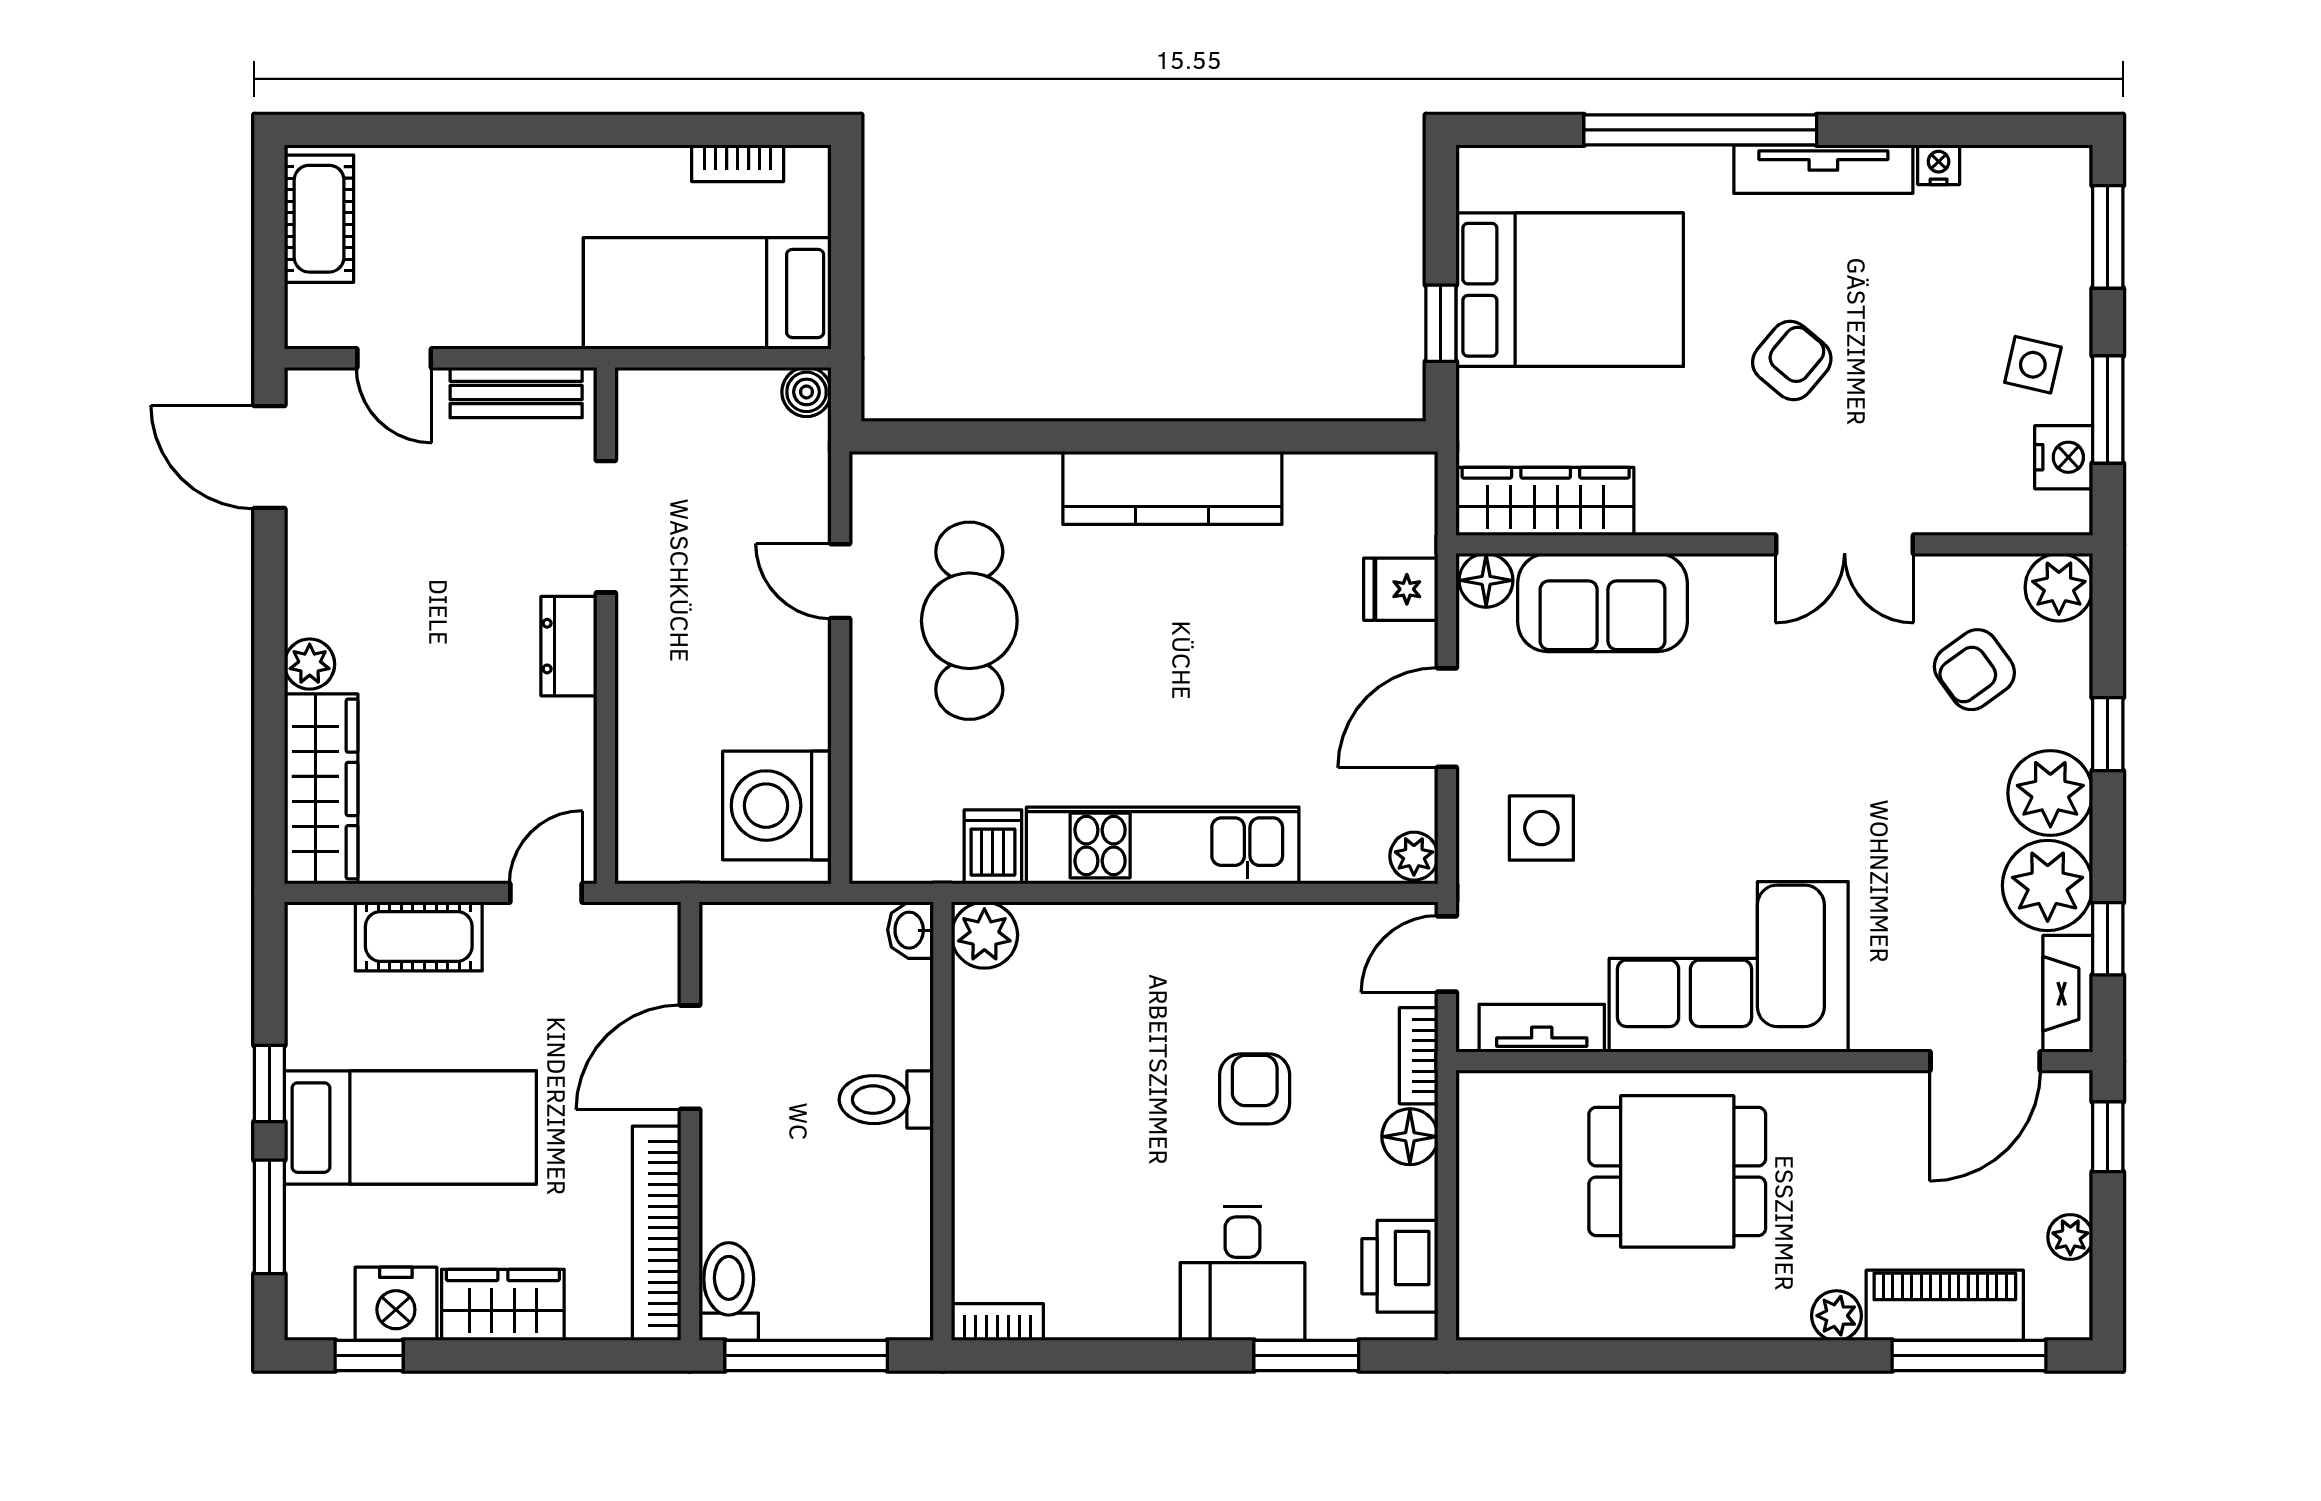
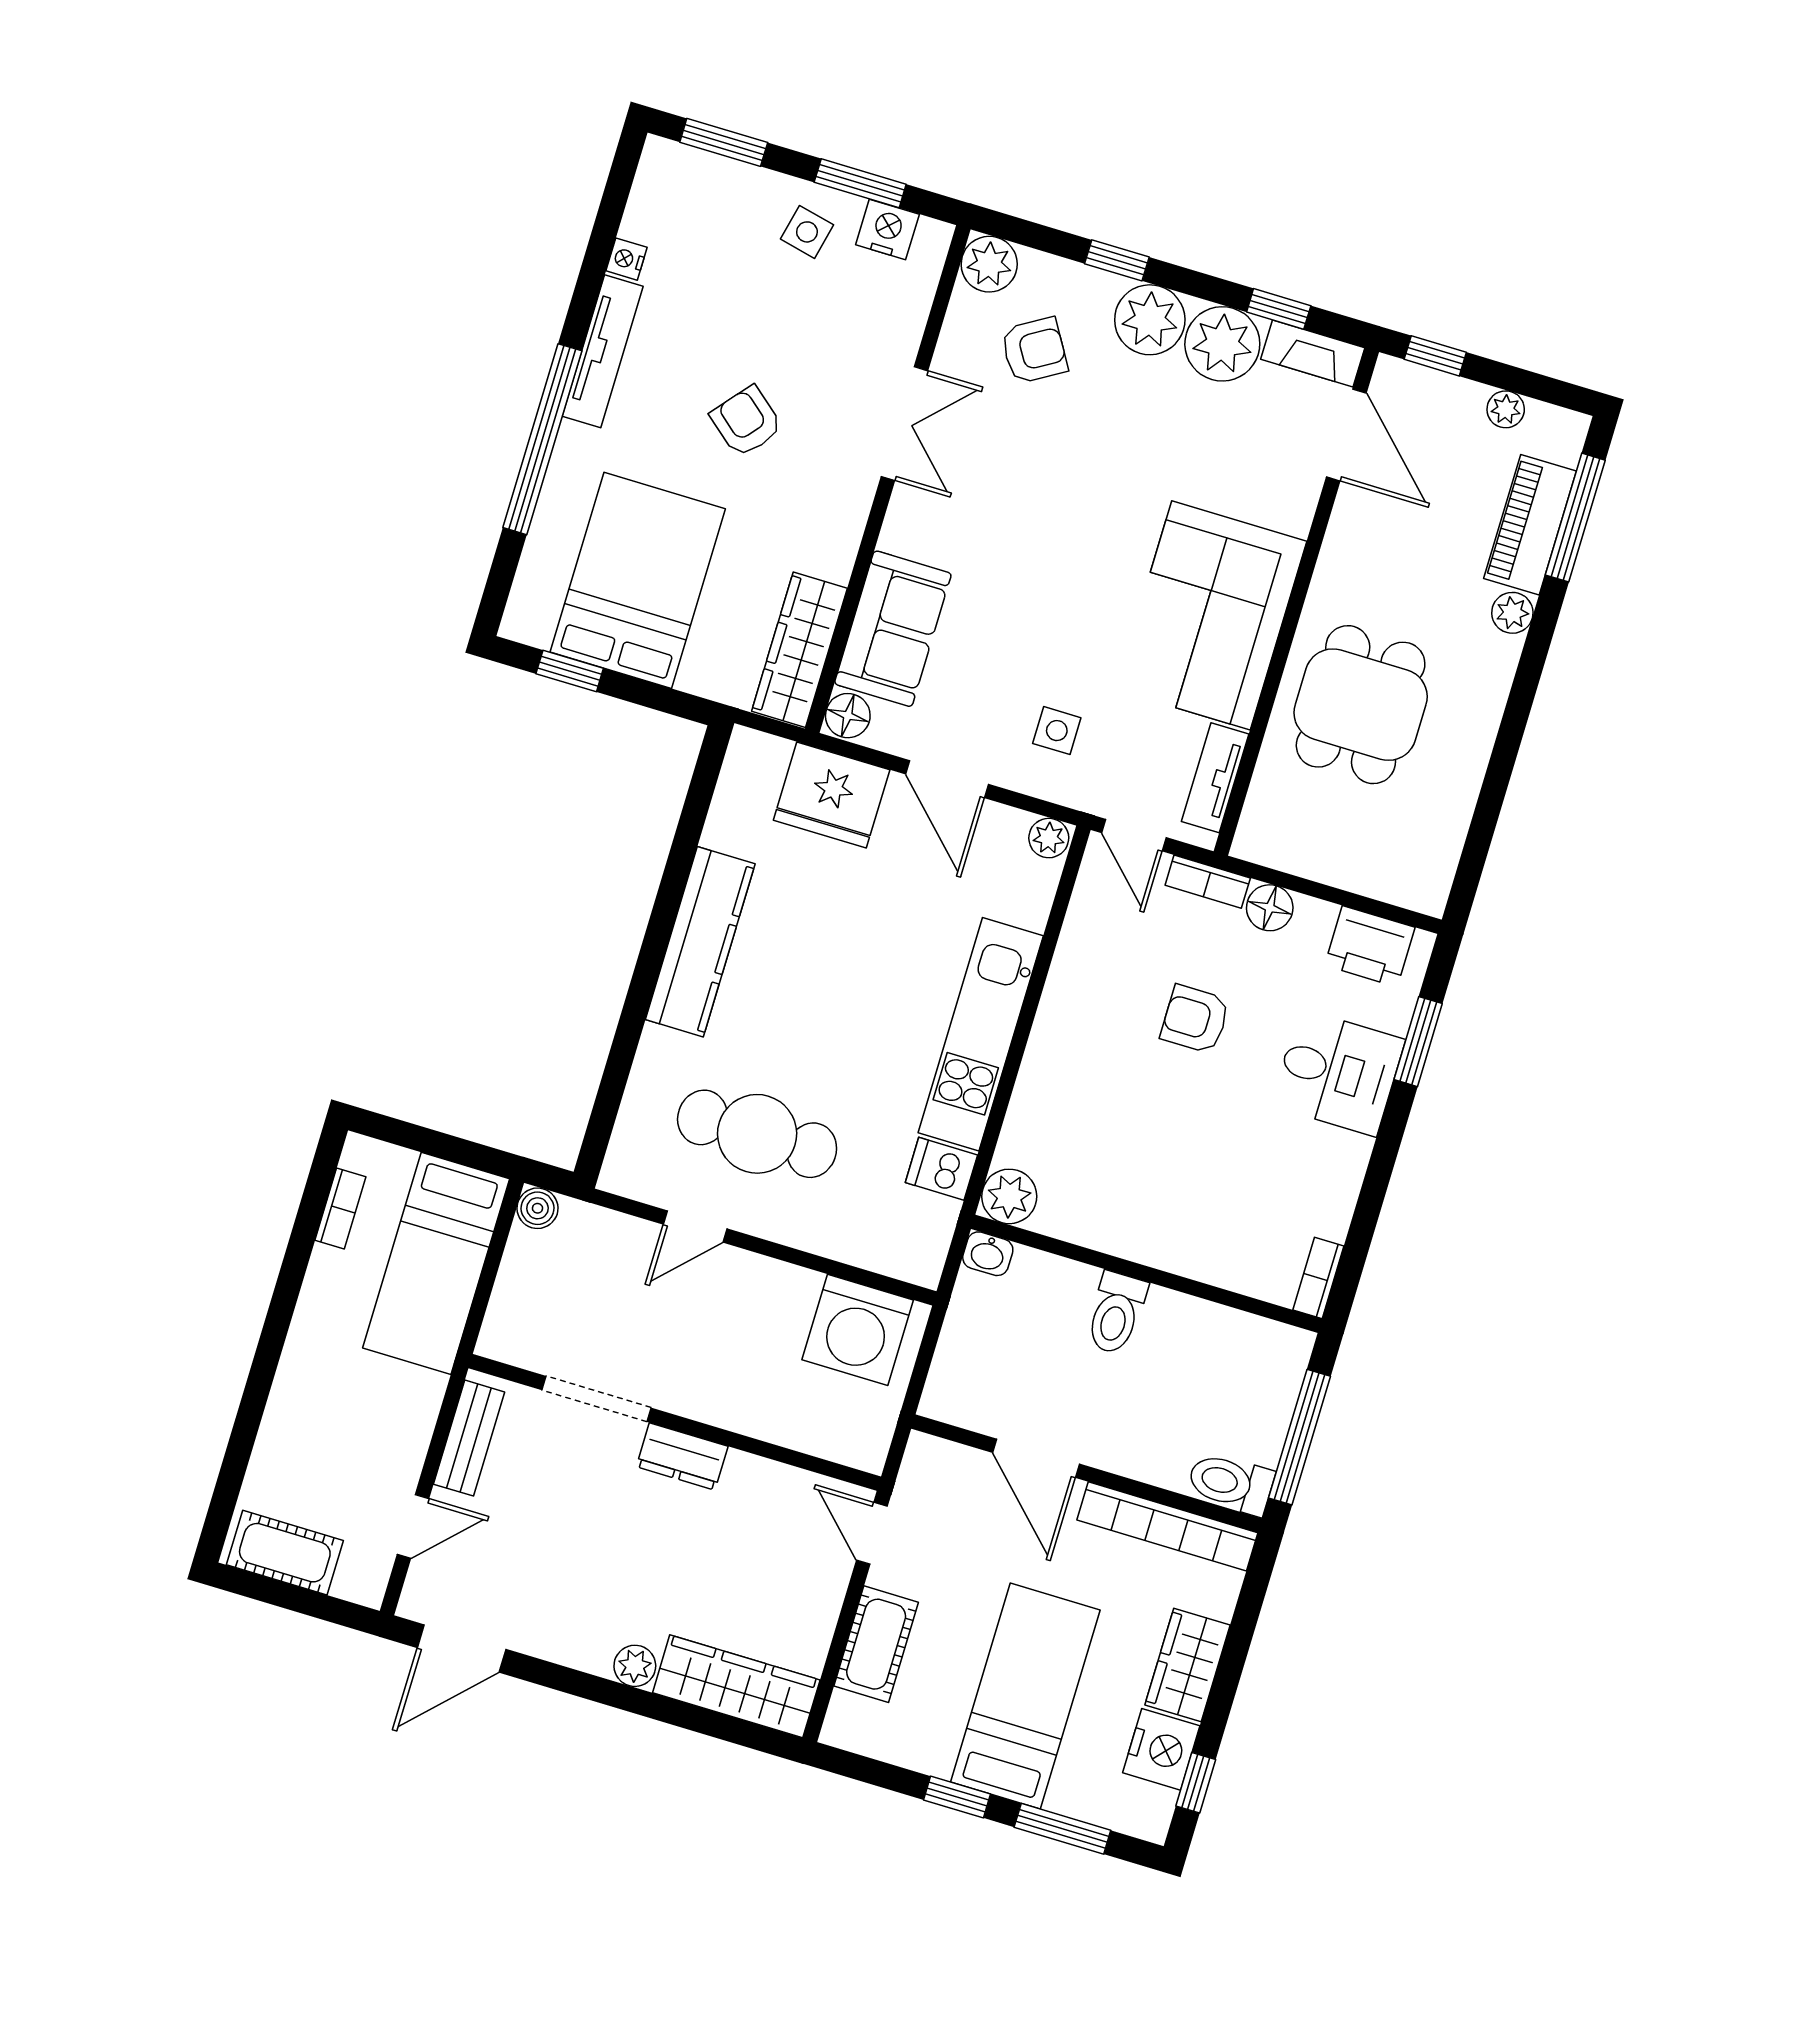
window: (1441, 323) -> (570, 671), moved
fridge: (1401, 589) -> (832, 795), width x1.88, depth x1.34
armchair: (1974, 670) -> (1034, 351), turned -85
side table: (1541, 828) -> (1057, 731), width x0.73, depth x0.73

